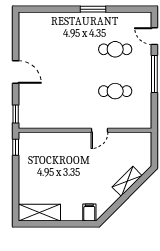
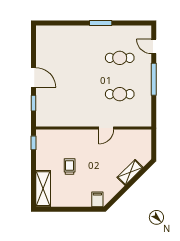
window: (16, 114) -> (33, 103), moved
trolley: (57, 175) -> (70, 167), added
shelving: (39, 213) -> (43, 189), moved, turned 90

